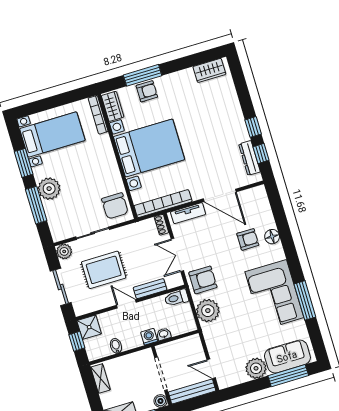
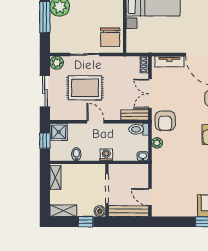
bookcase: (163, 204) -> (151, 47), removed
armchair: (203, 280) -> (165, 121), turned 90
bench: (150, 289) -> (135, 115), moved
plant: (208, 311) -> (157, 143), width x0.53, depth x0.53
washbasin: (164, 334) -> (143, 156), moved
plant: (256, 368) -> (187, 208), removed

